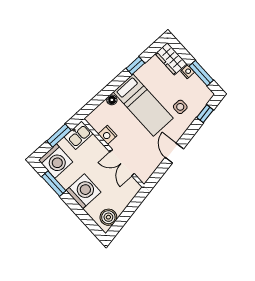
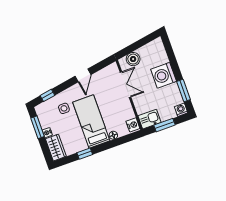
nightstand: (107, 135) -> (133, 125), moved
washing machine: (56, 161) -> (181, 110), width x0.53, depth x0.53
boiler: (108, 217) -> (133, 59), moved

